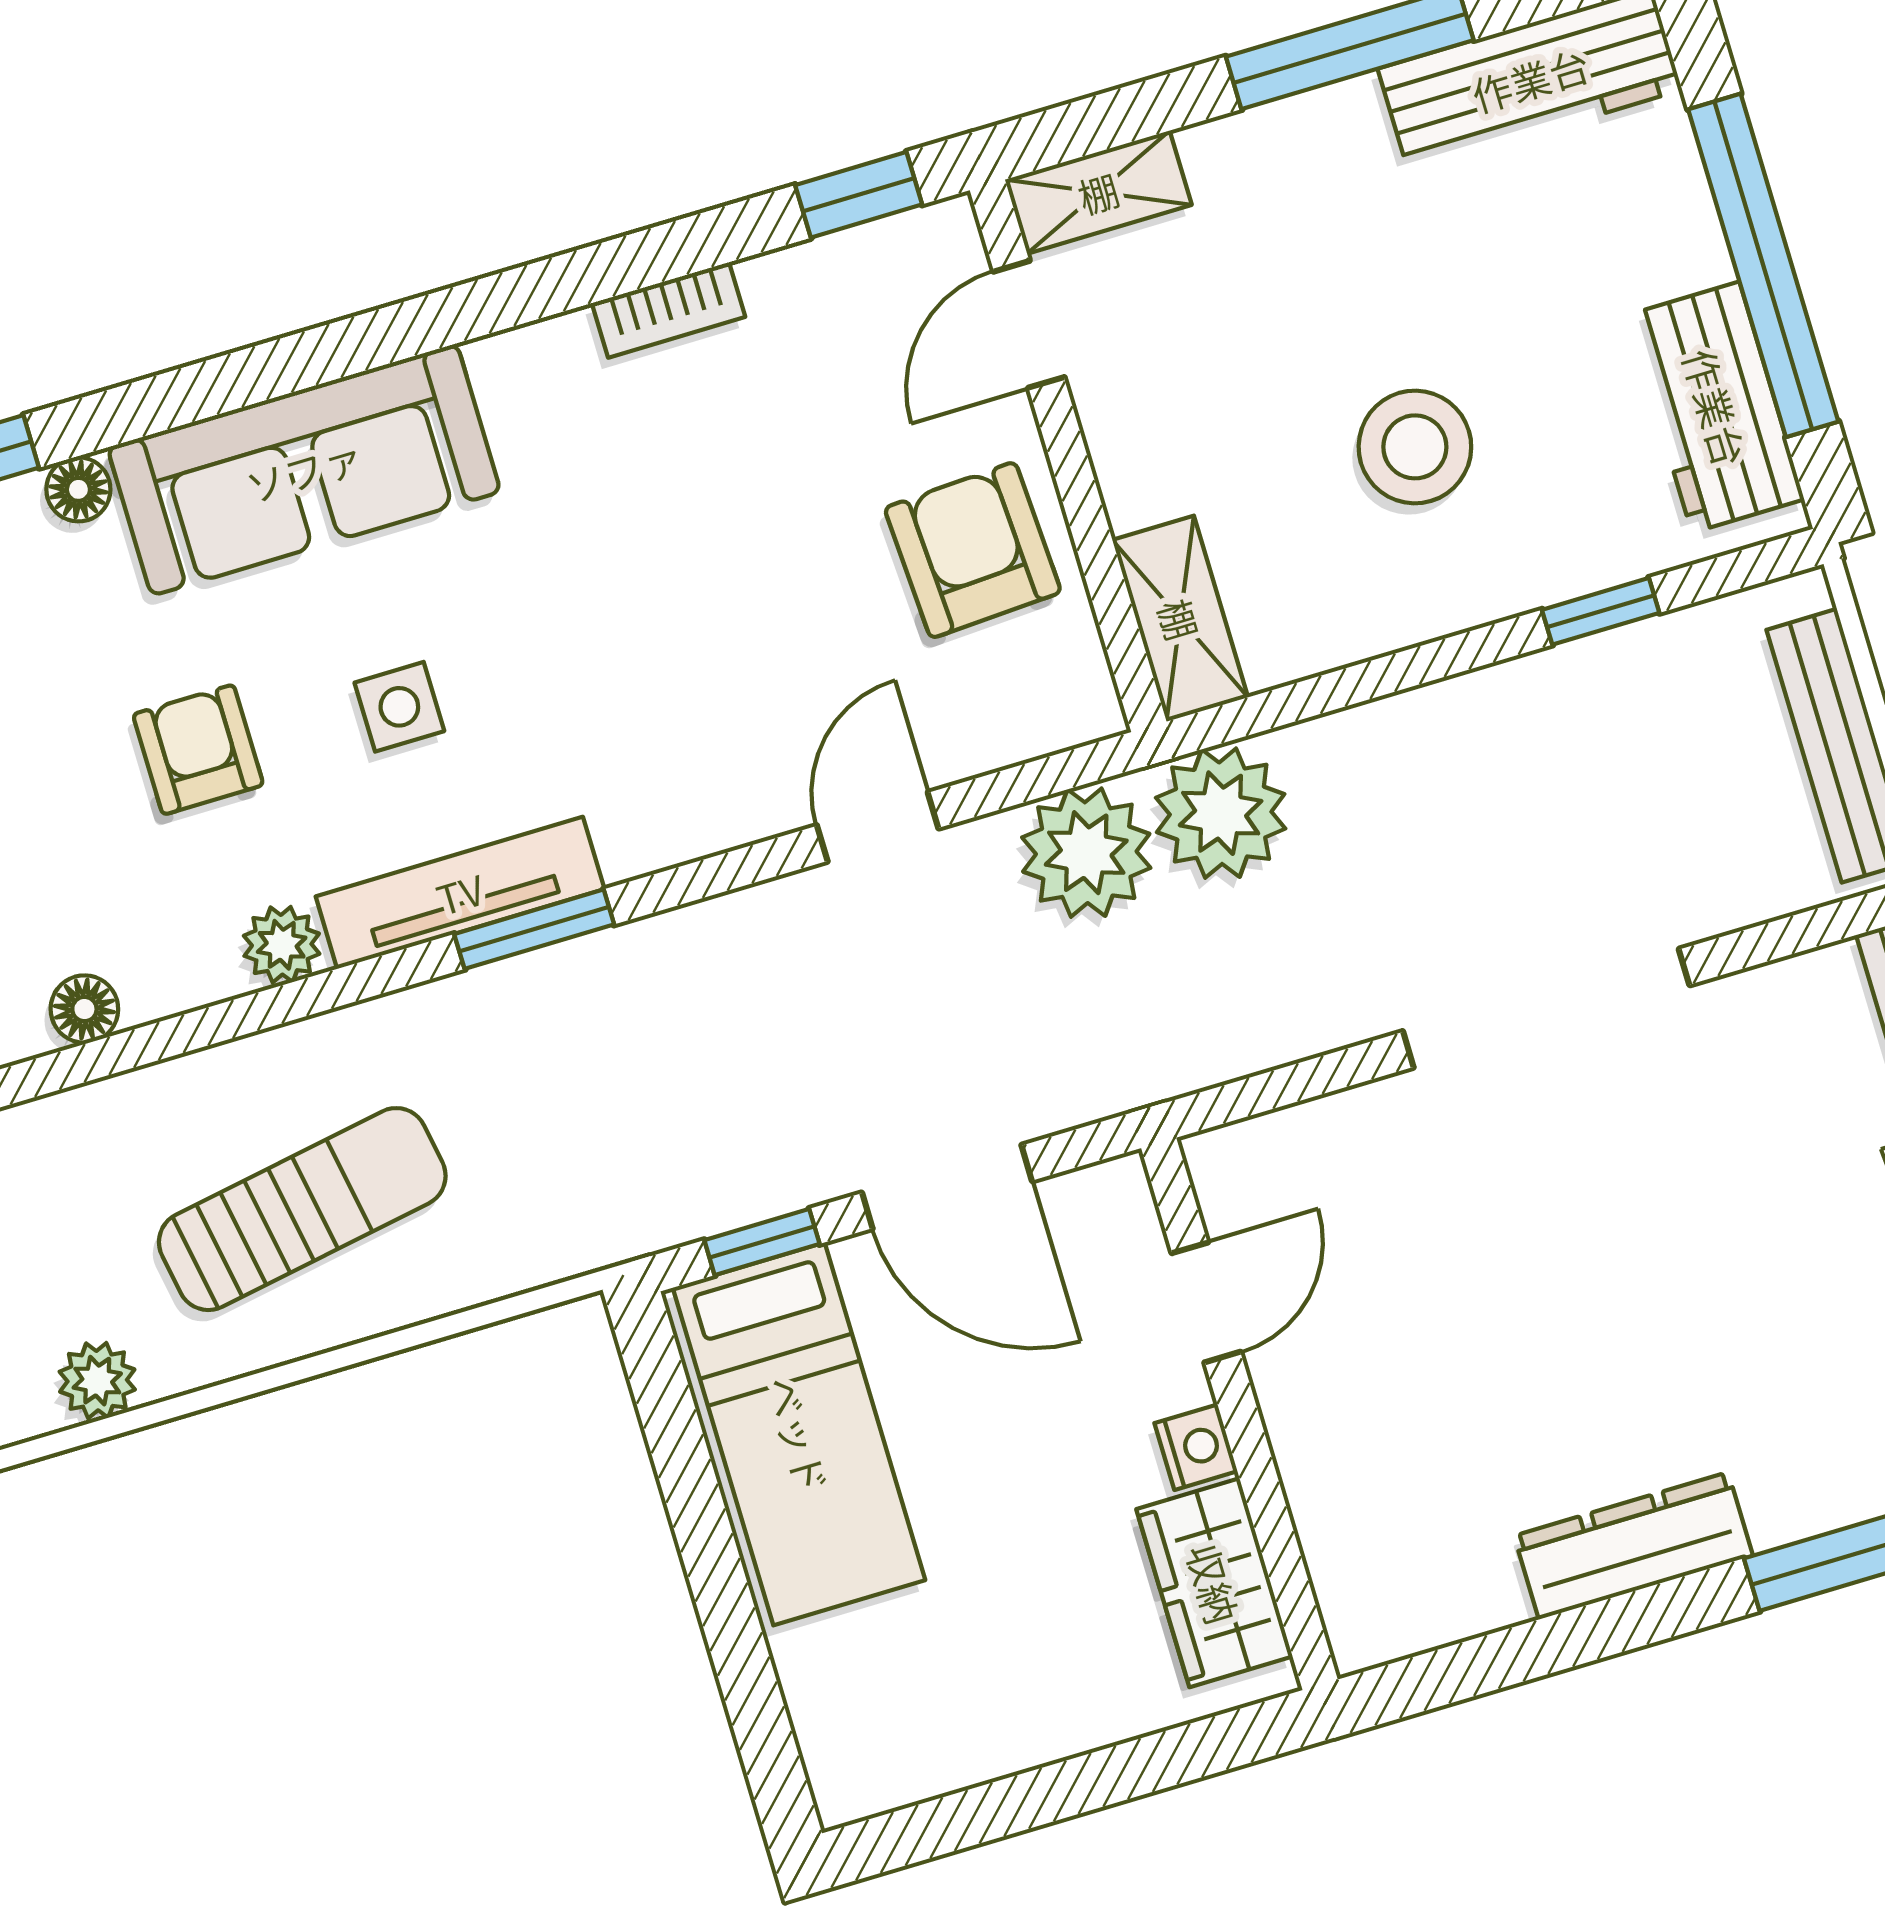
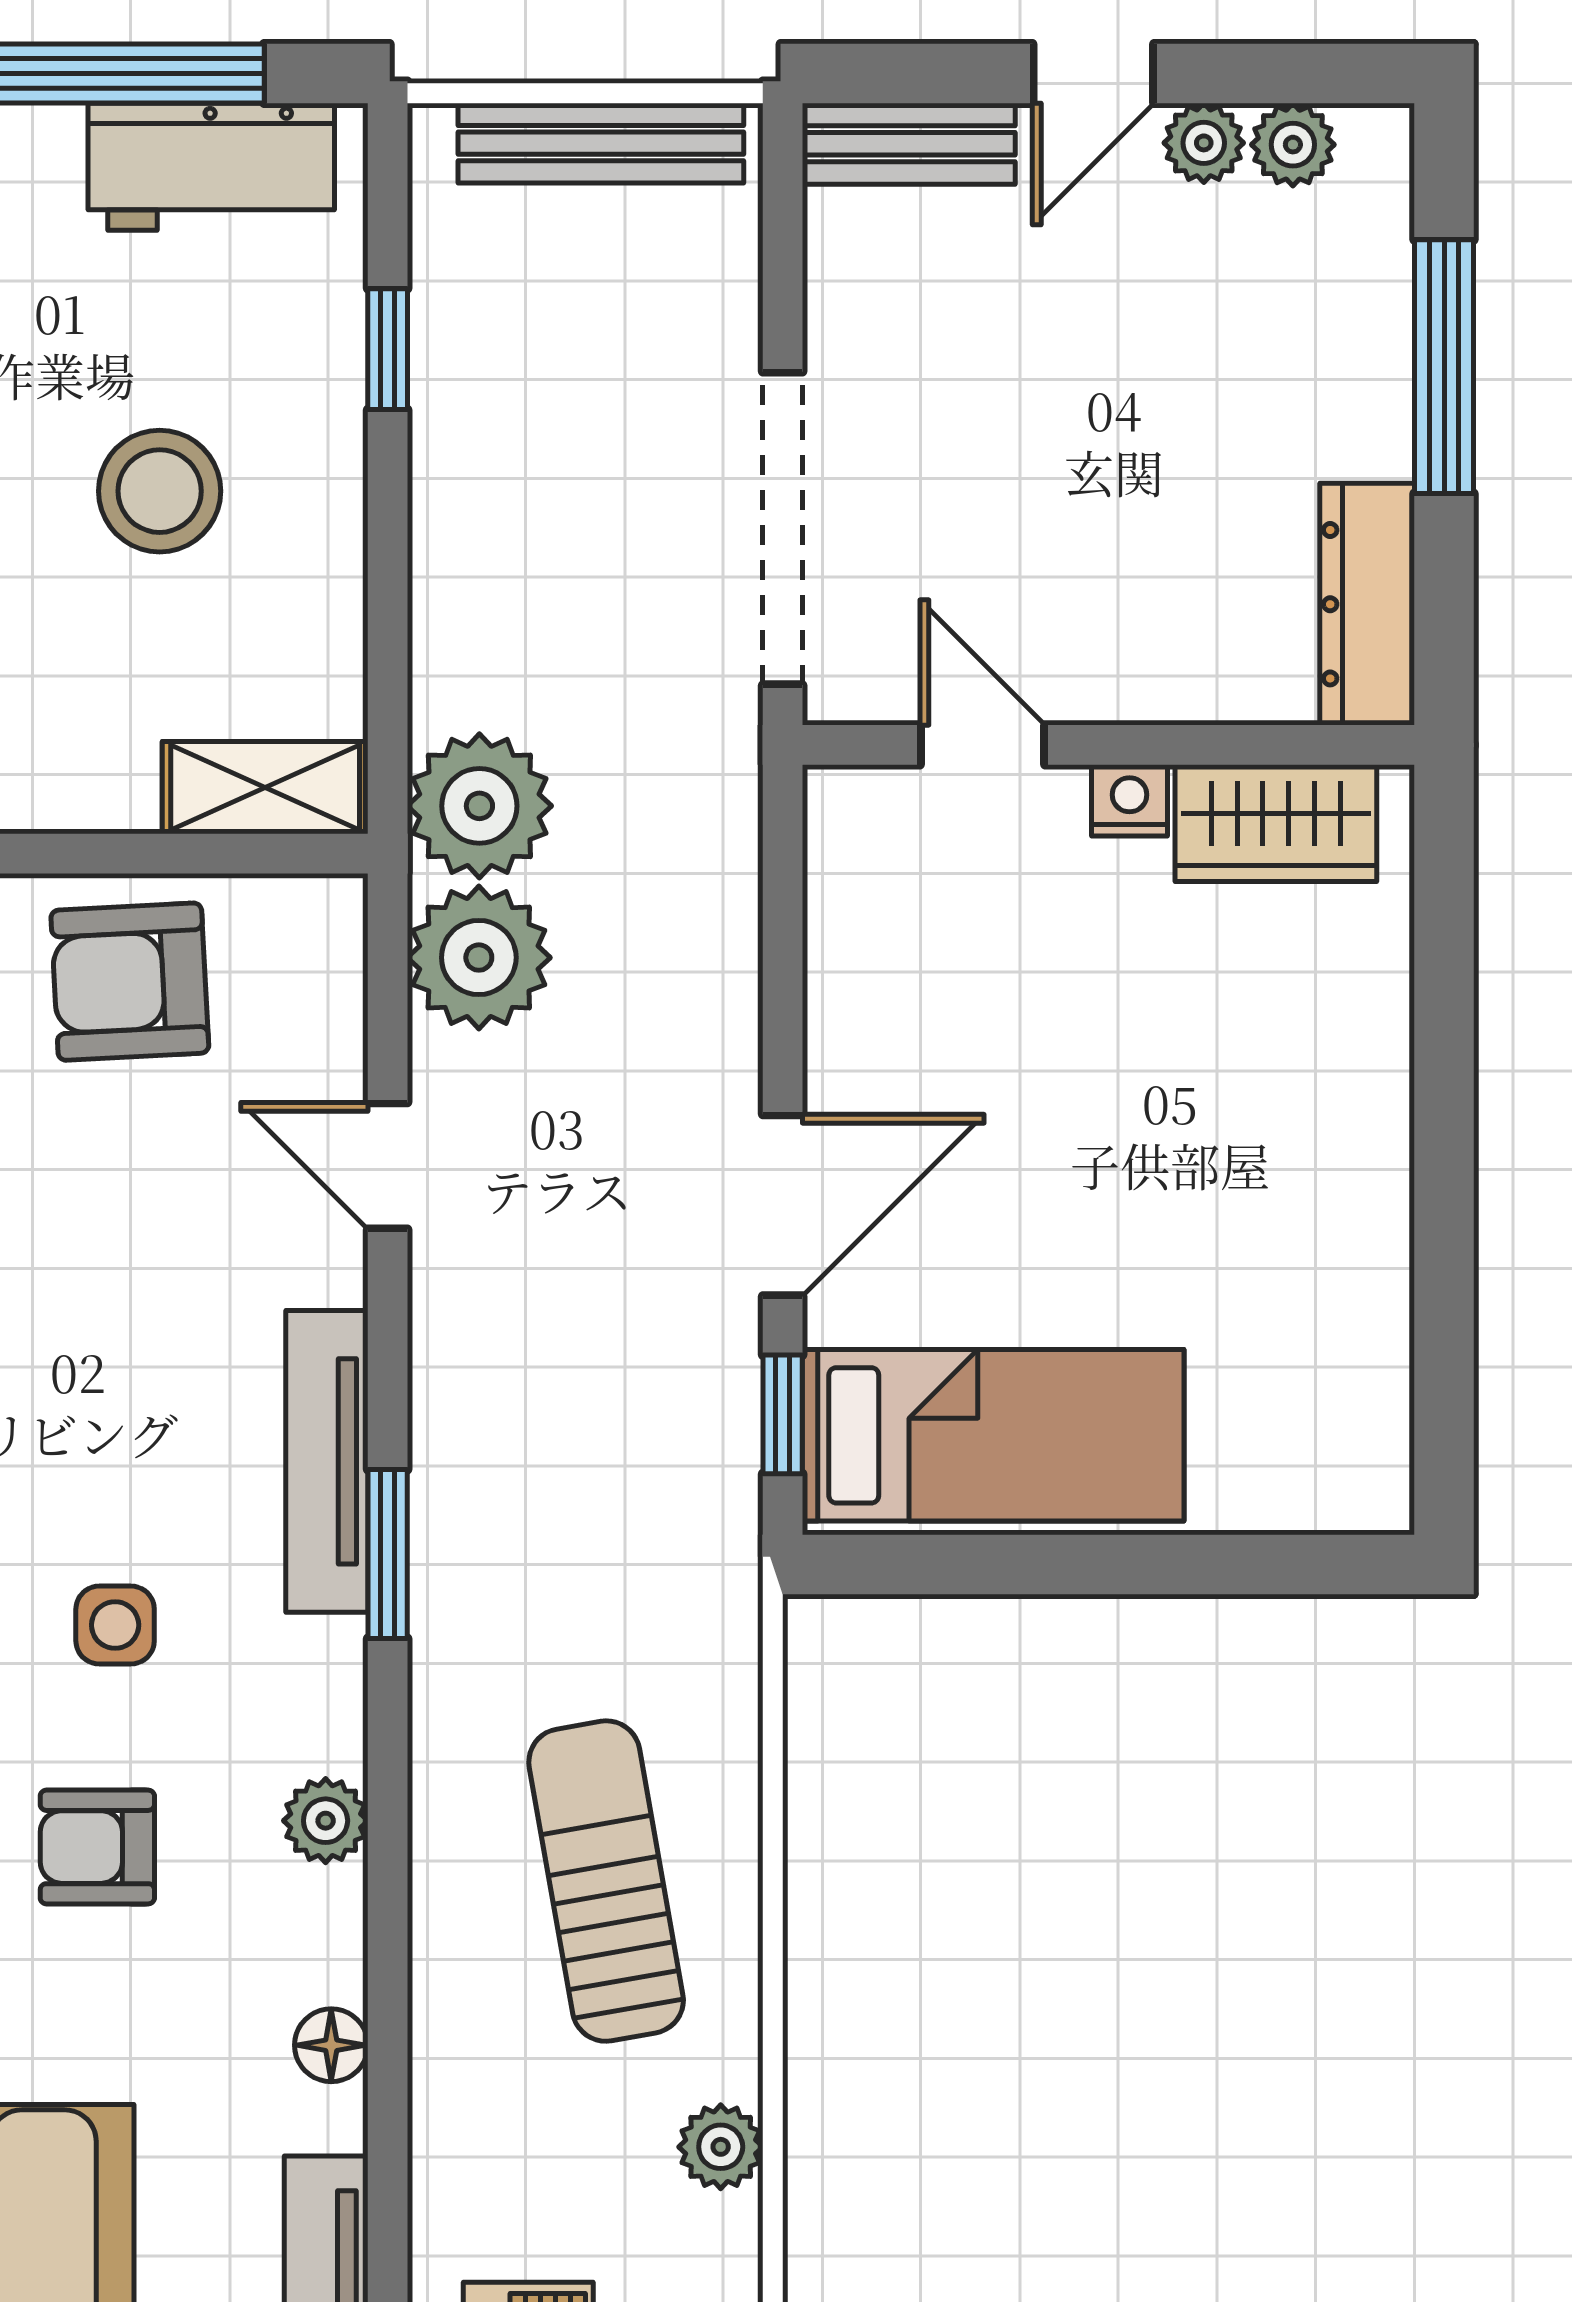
tv unit: (460, 893) -> (327, 1461), moved
door: (1206, 1302) -> (983, 745), moved
wall: (1239, 1414) -> (1108, 745), moved
nightstand: (1196, 1447) -> (1130, 800), moved
wardrobe: (1214, 1583) -> (1276, 823), moved

